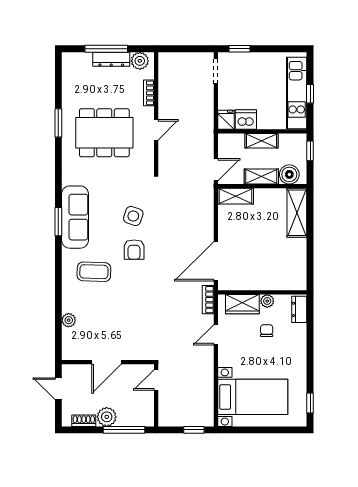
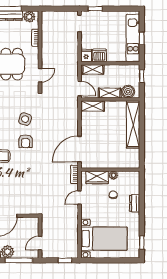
door: (156, 130) -> (40, 75), moved
shelving: (262, 141) -> (93, 69), moved
door: (216, 170) -> (80, 89), hinge flipped
shelving: (297, 213) -> (133, 125), width x1.47
dresser: (299, 309) -> (135, 203), moved
door: (156, 380) -> (40, 243), moved

